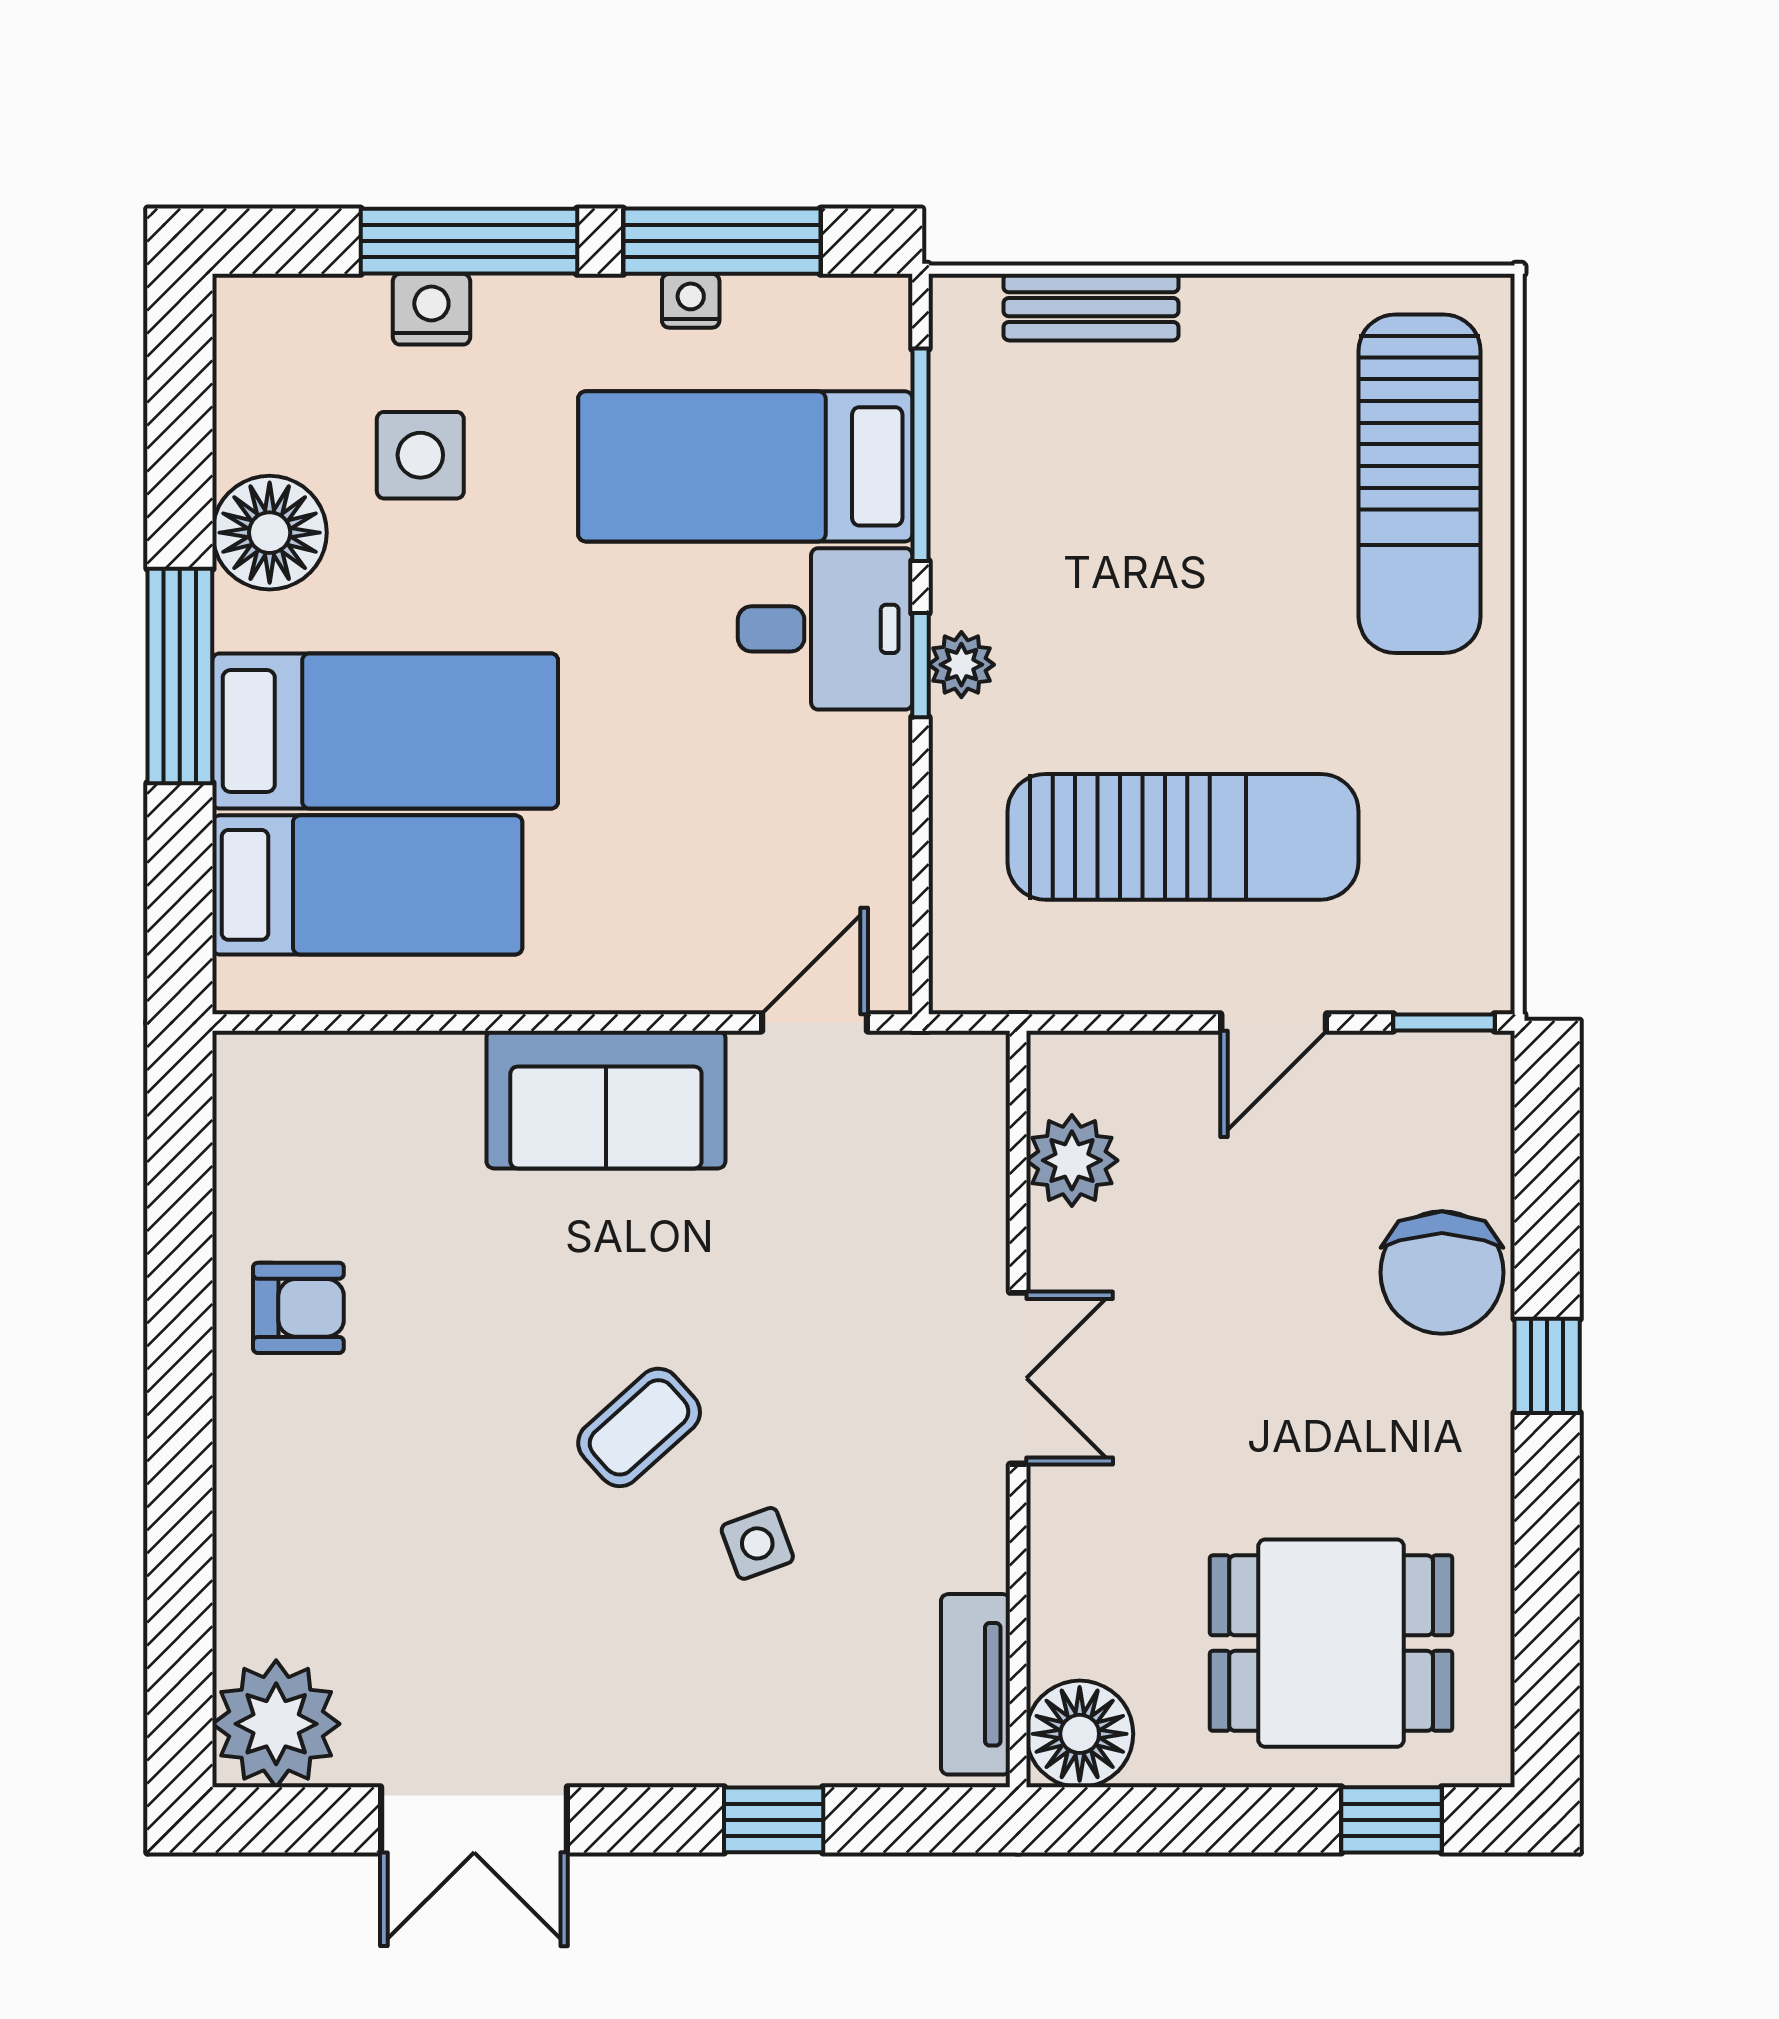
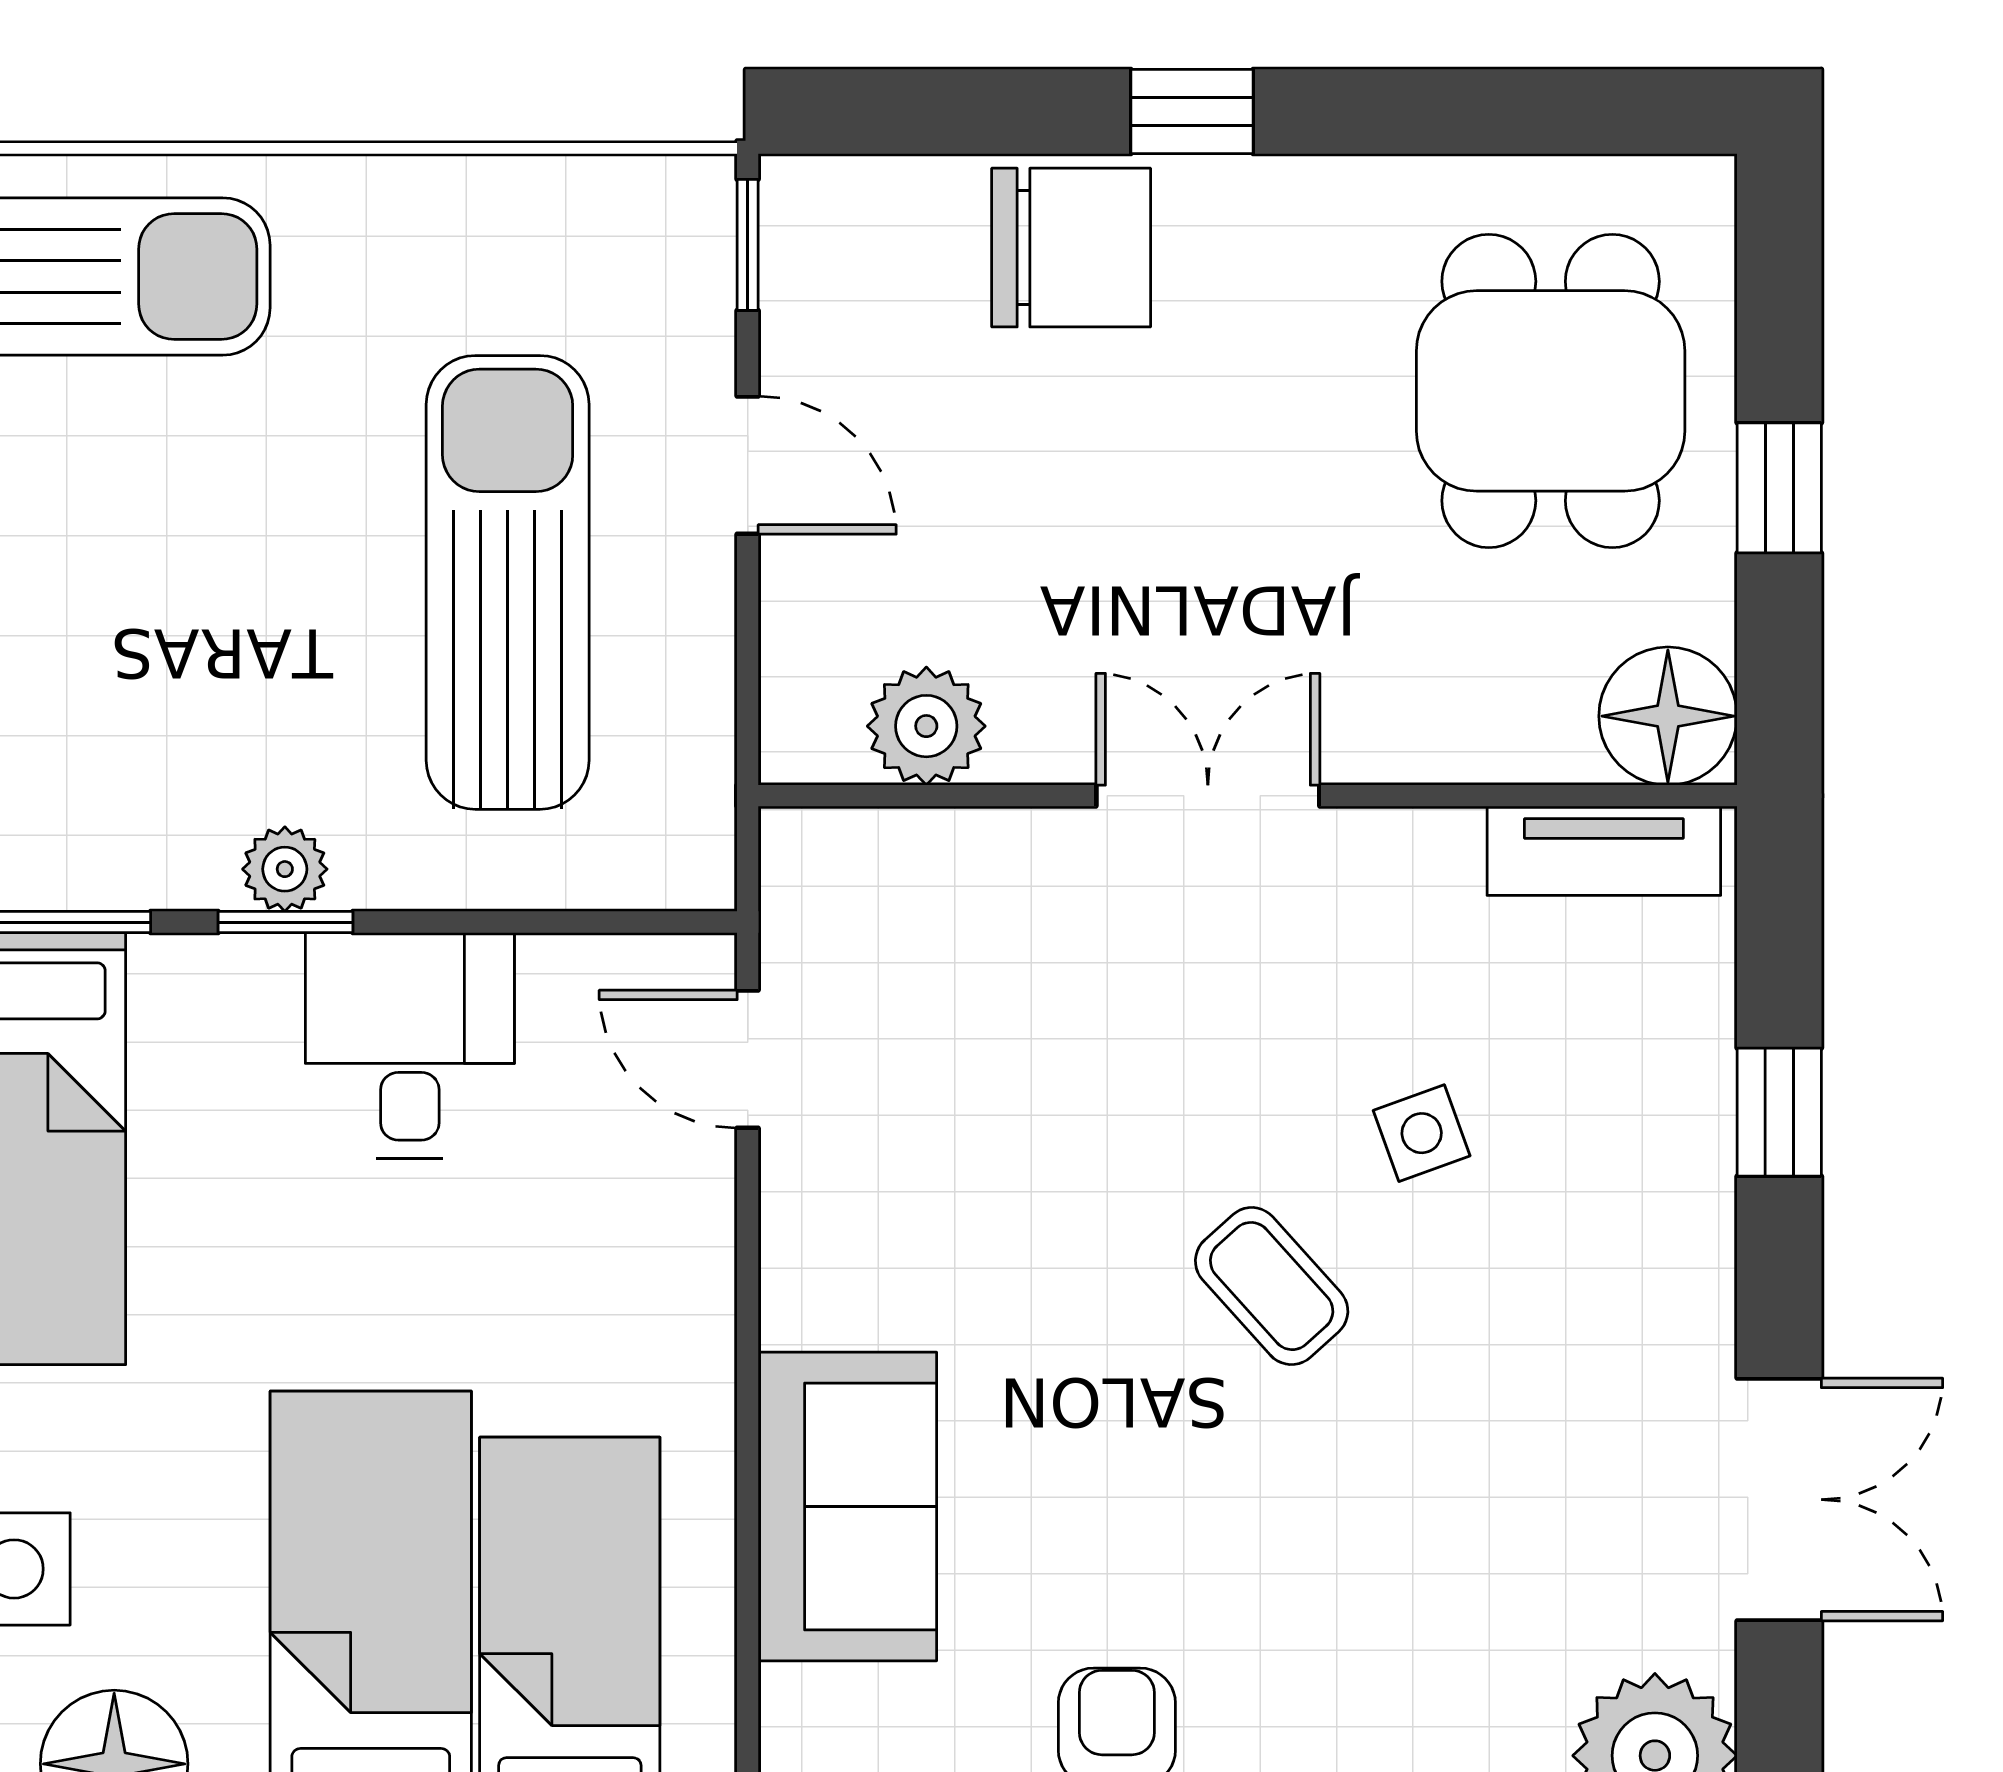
desk: (825, 629) -> (410, 1045), moved
sofa: (606, 1100) -> (847, 1507), moved
window: (1391, 1820) -> (1779, 488), moved

